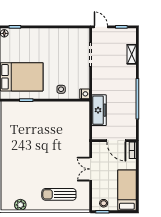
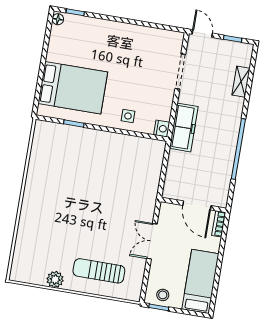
freezer: (99, 110) -> (184, 127), moved
plant: (20, 205) -> (55, 279), moved

